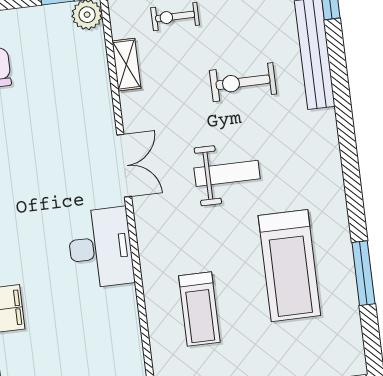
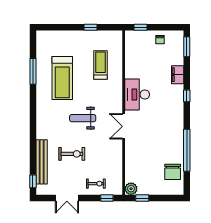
shelving: (126, 65) -> (118, 167), removed
treadmill: (289, 266) -> (62, 78), turned 180

